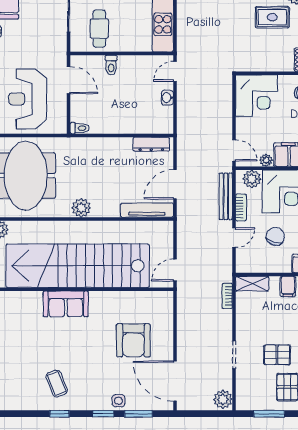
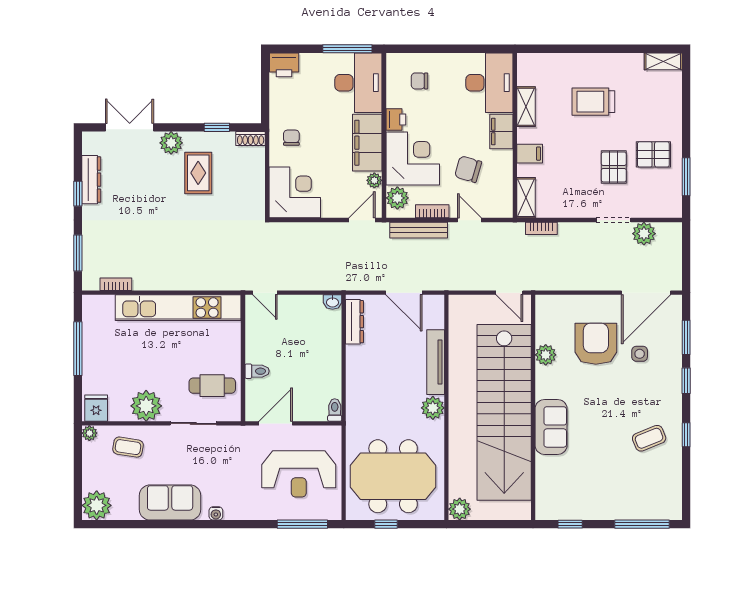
washbasin: (167, 98) -> (332, 302), moved
tv unit: (147, 210) -> (436, 362), moved
plant: (124, 299) -> (546, 355), added
armchair: (133, 340) -> (596, 344), turned -90
plant: (223, 399) -> (644, 234), moved
side table: (119, 401) -> (640, 354), moved

